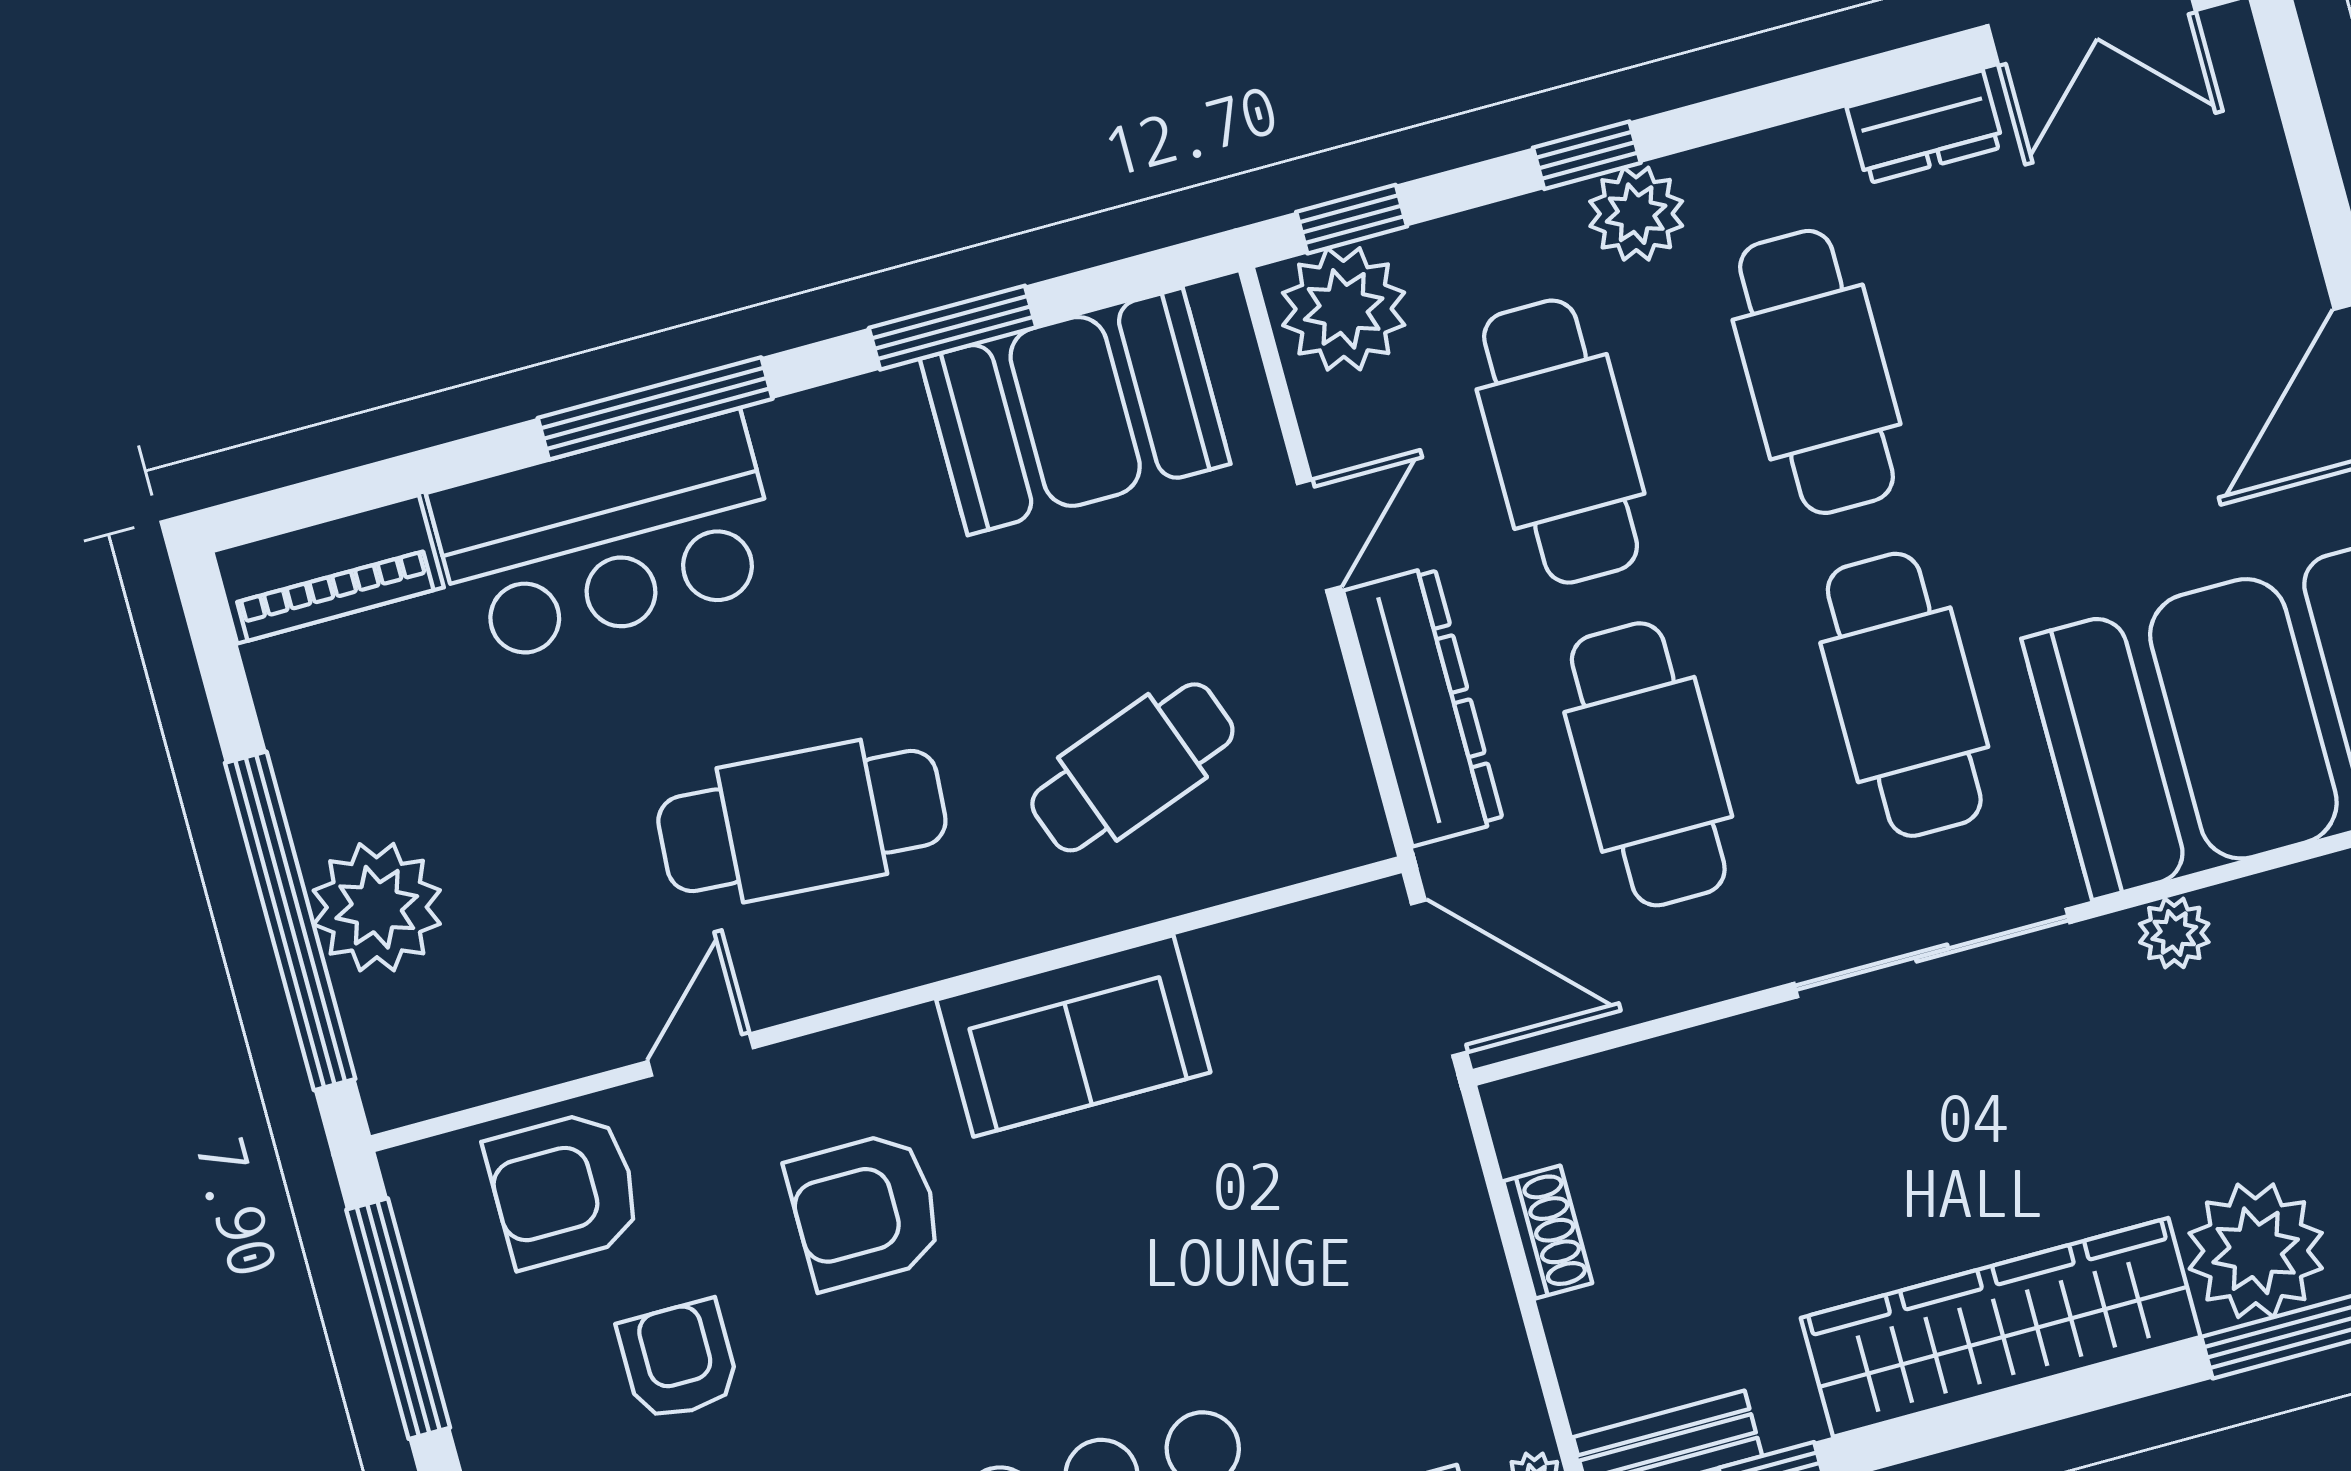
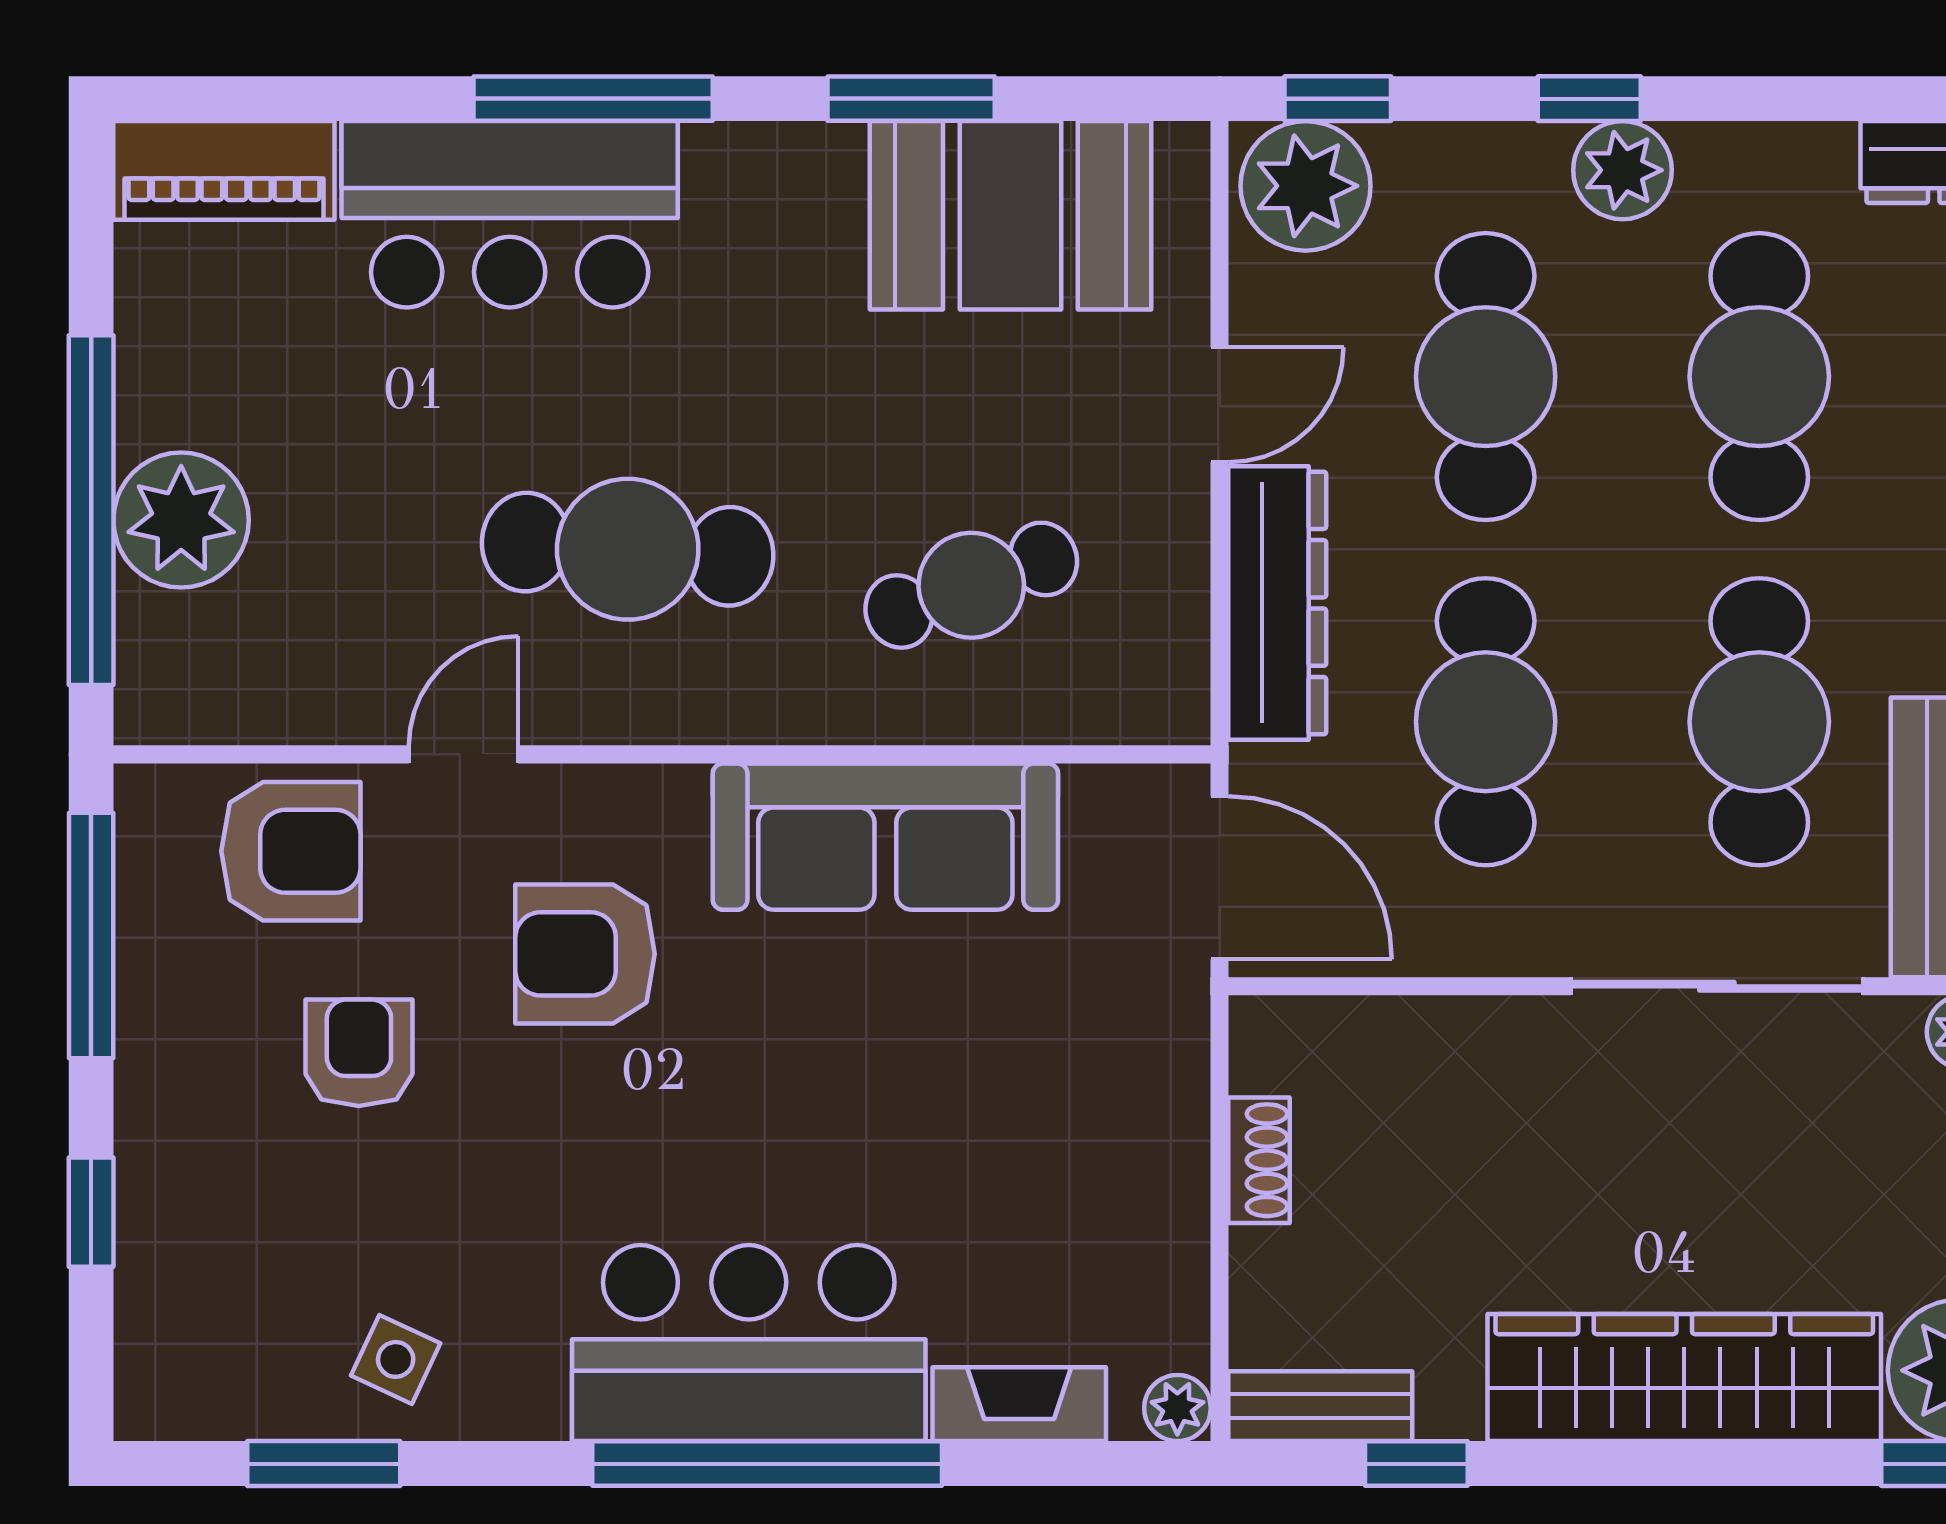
sofa: (1073, 1036) -> (885, 837), width x1.36
armchair: (564, 1189) -> (291, 851), turned 180

